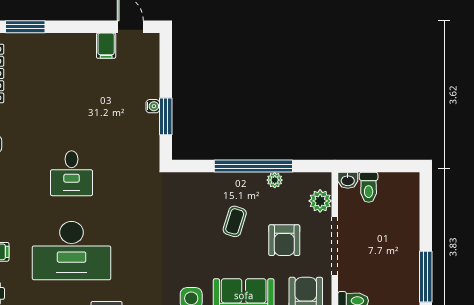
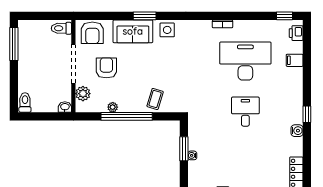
toilet: (369, 187) -> (25, 102), moved
coffee table: (235, 221) -> (155, 99), moved

